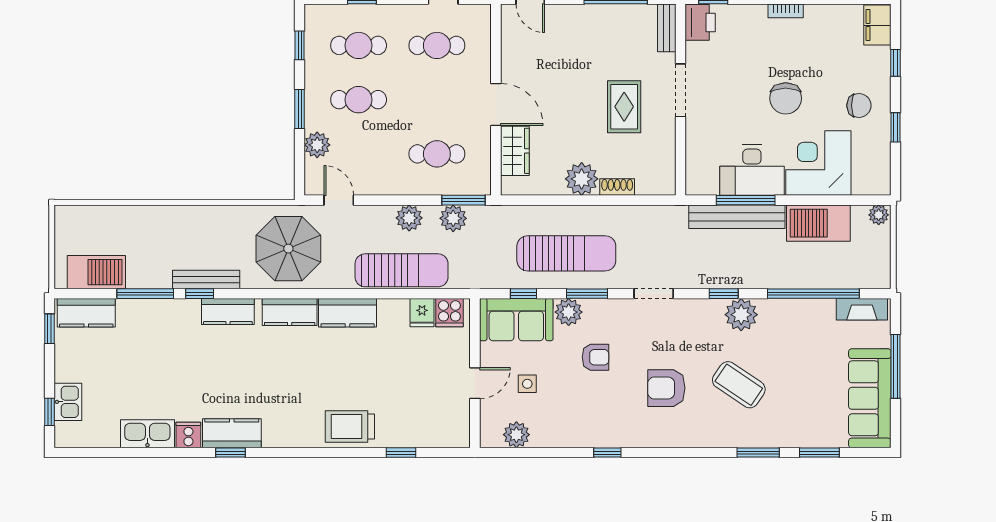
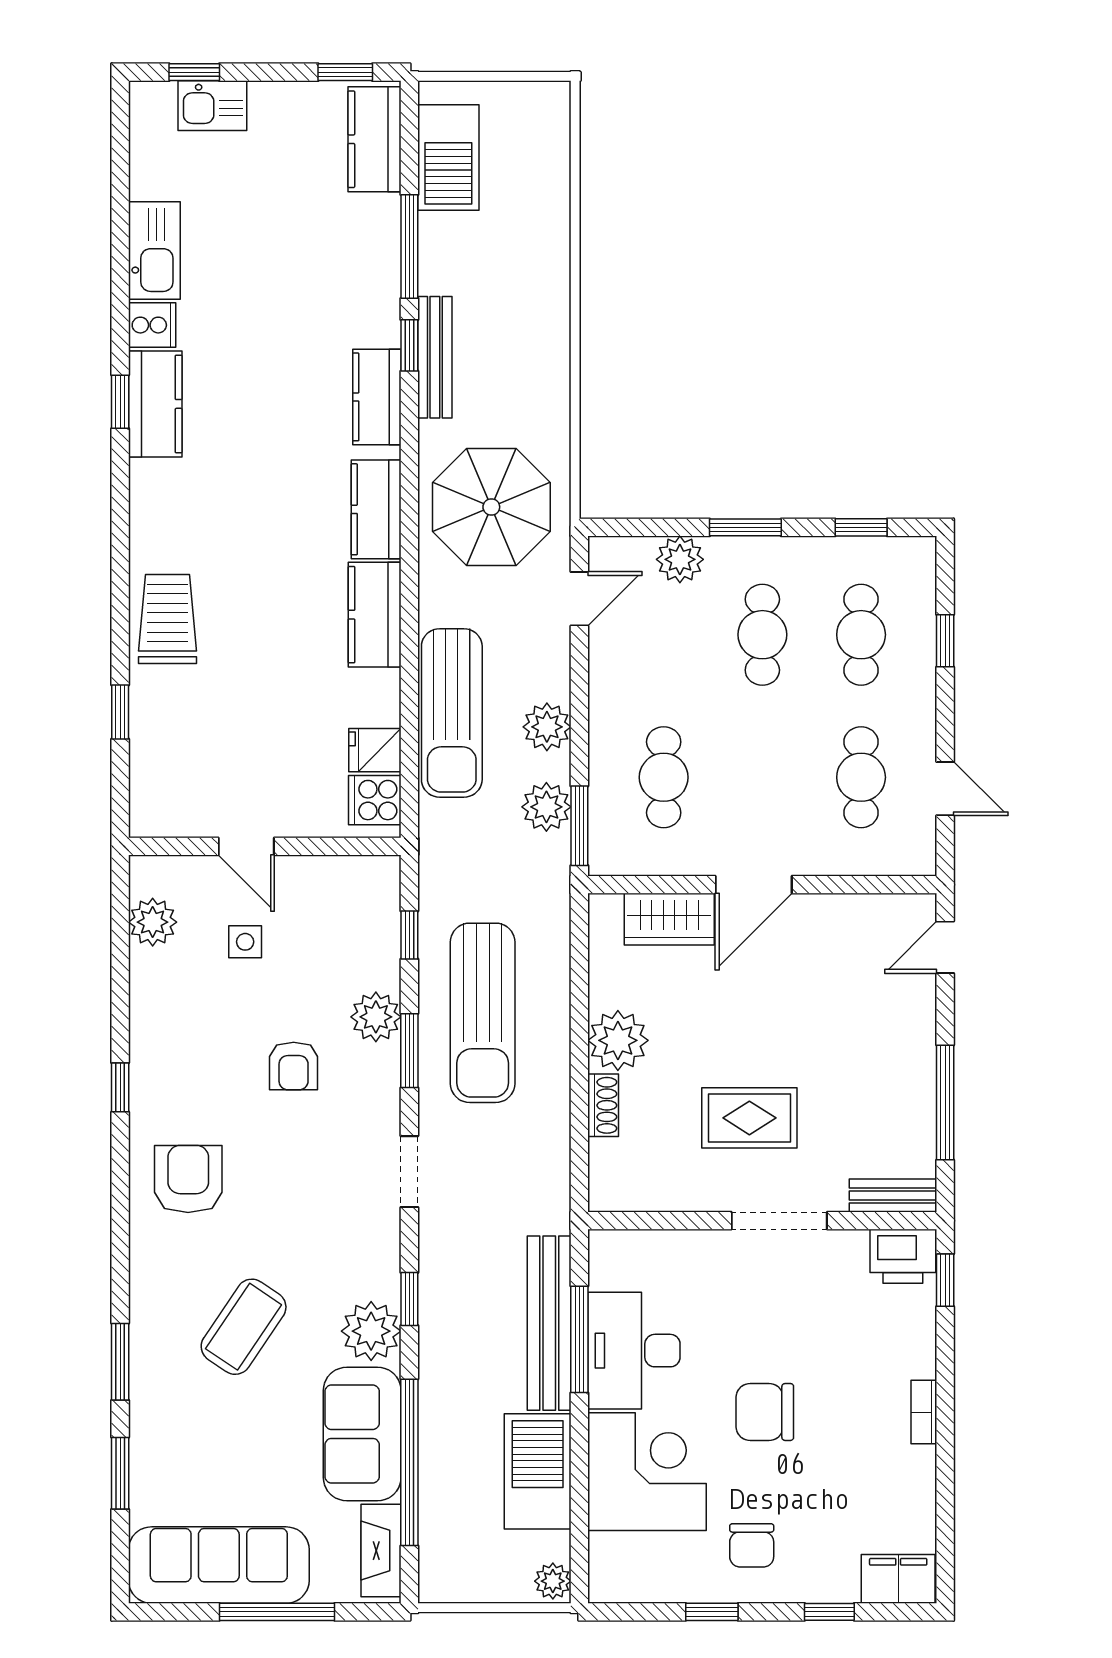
sofa: (516, 320) -> (362, 1434), moved
armchair: (666, 388) -> (188, 1179), moved

